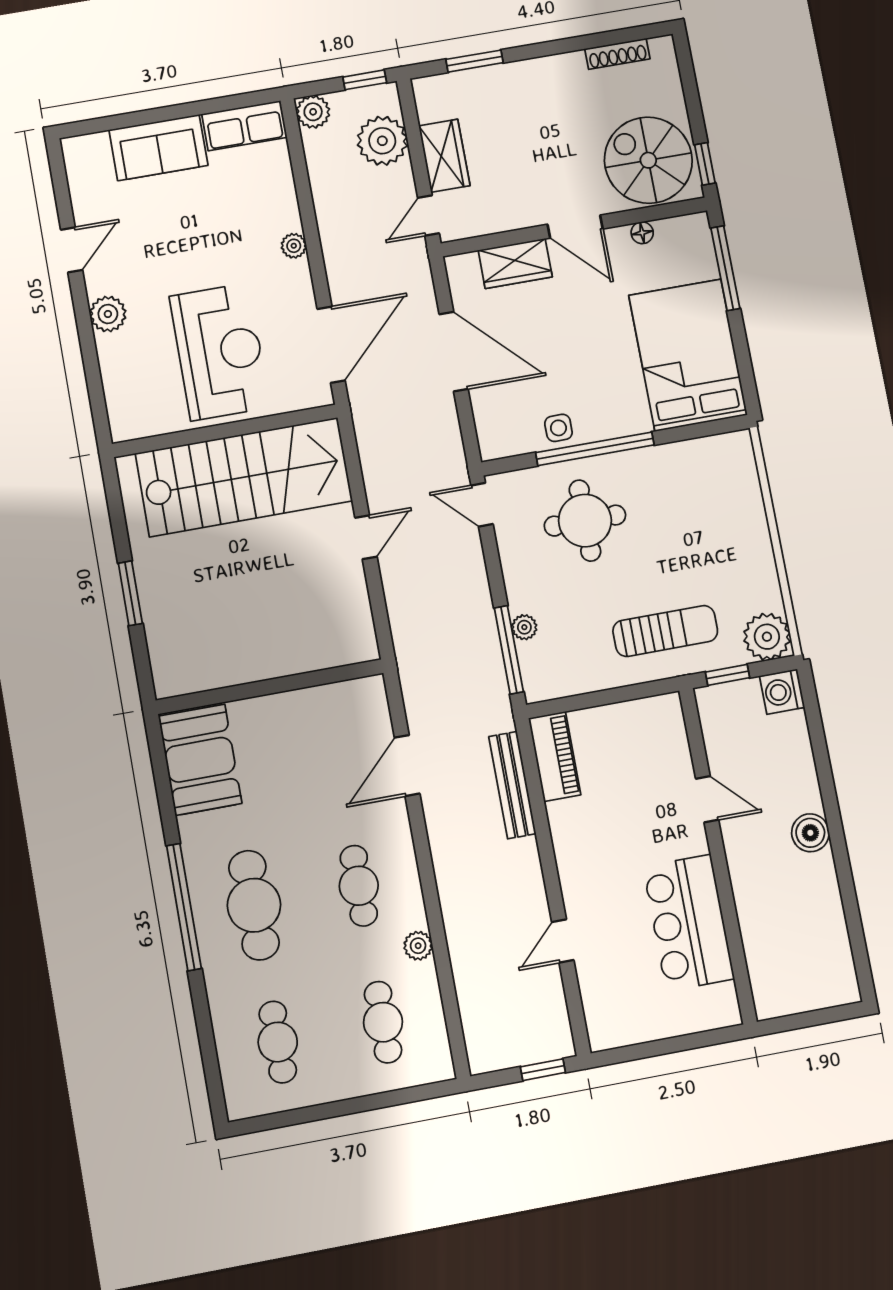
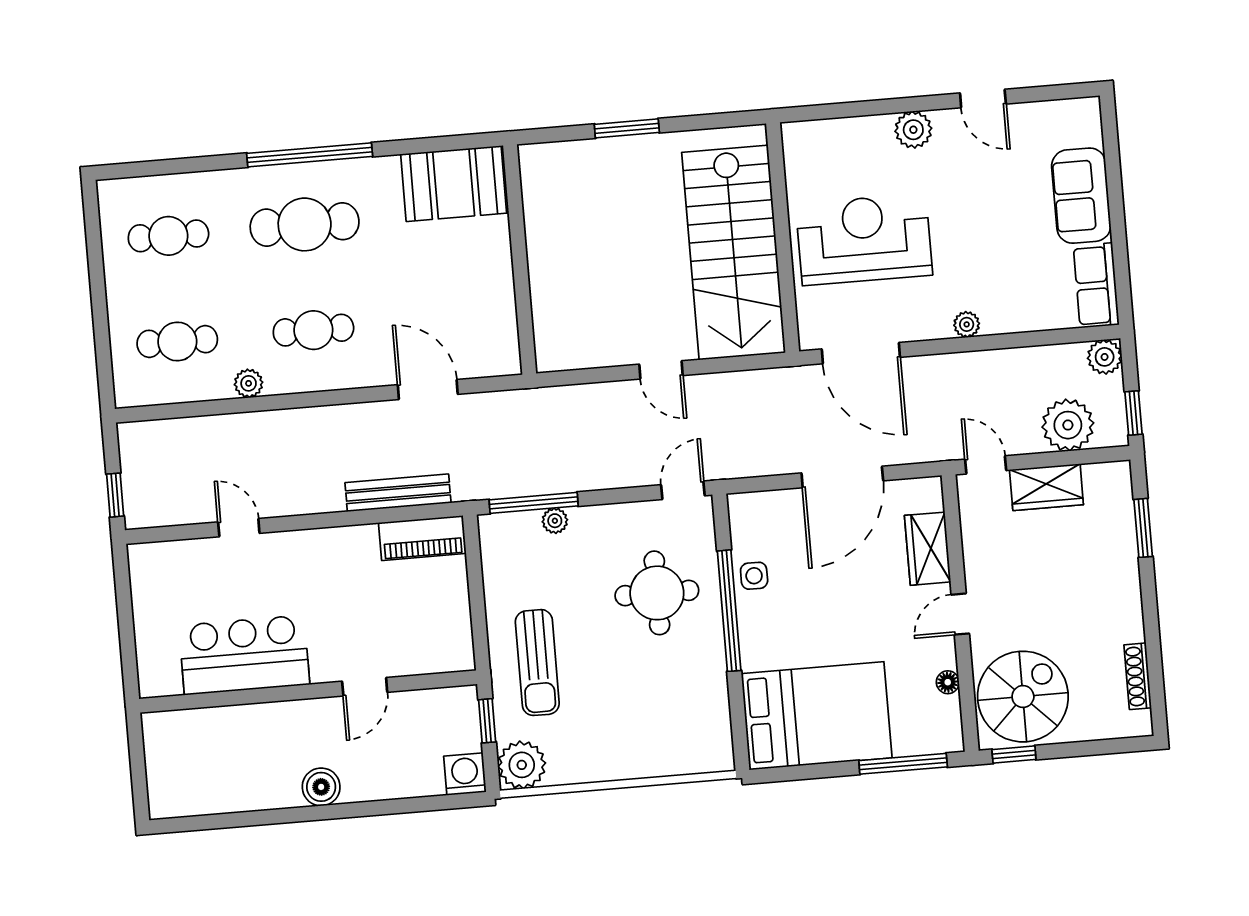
door: (575, 227) -> (960, 614), width x0.73
reception desk: (220, 352) -> (864, 239), turned 180

